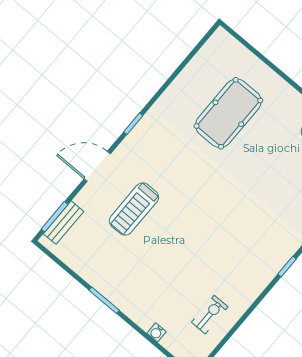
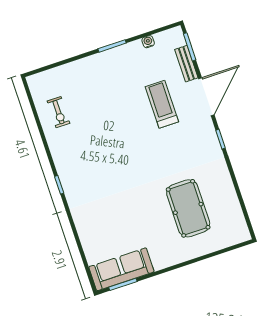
door: (97, 166) -> (206, 97), width x1.36
bench: (64, 223) -> (186, 64), moved
water cooler: (157, 332) -> (148, 42), moved

